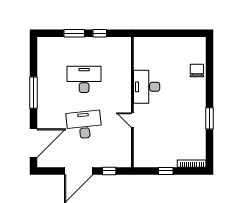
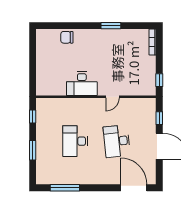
window: (100, 33) -> (33, 117), moved
window: (33, 93) -> (65, 188), moved
window: (166, 171) -> (159, 80), moved

